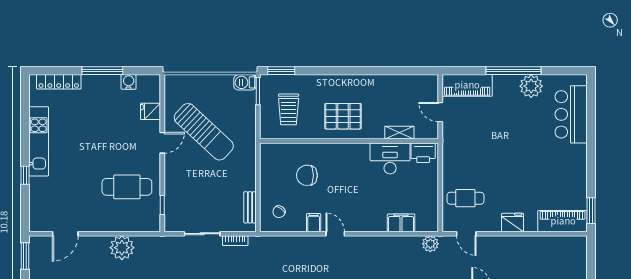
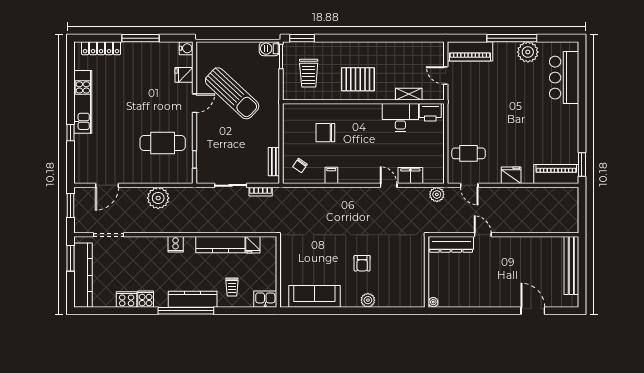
water cooler: (129, 82) -> (186, 48), moved, turned 90
door: (335, 234) -> (389, 185), moved

